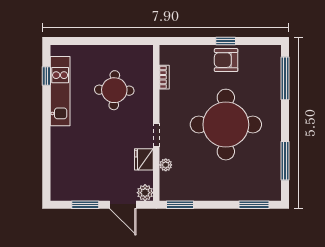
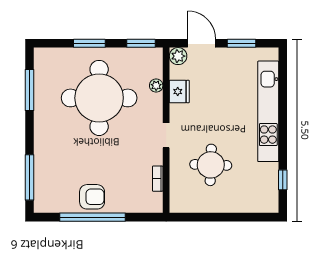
window: (226, 41) -> (92, 217), width x3.17
kitchen unit: (60, 91) -> (268, 111), moved, width x1.36
round table: (226, 125) -> (99, 98), moved
doorway: (156, 135) -> (166, 135), moved
window: (254, 205) -> (89, 43), moved

